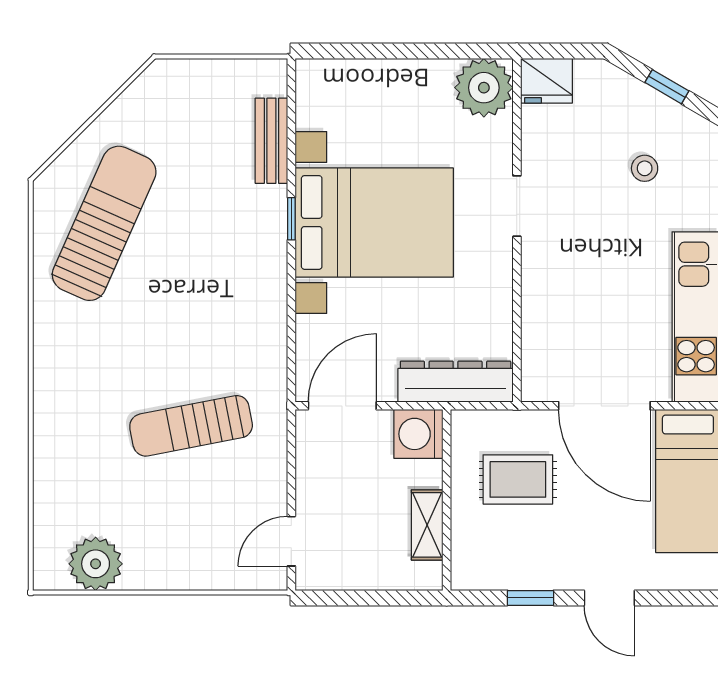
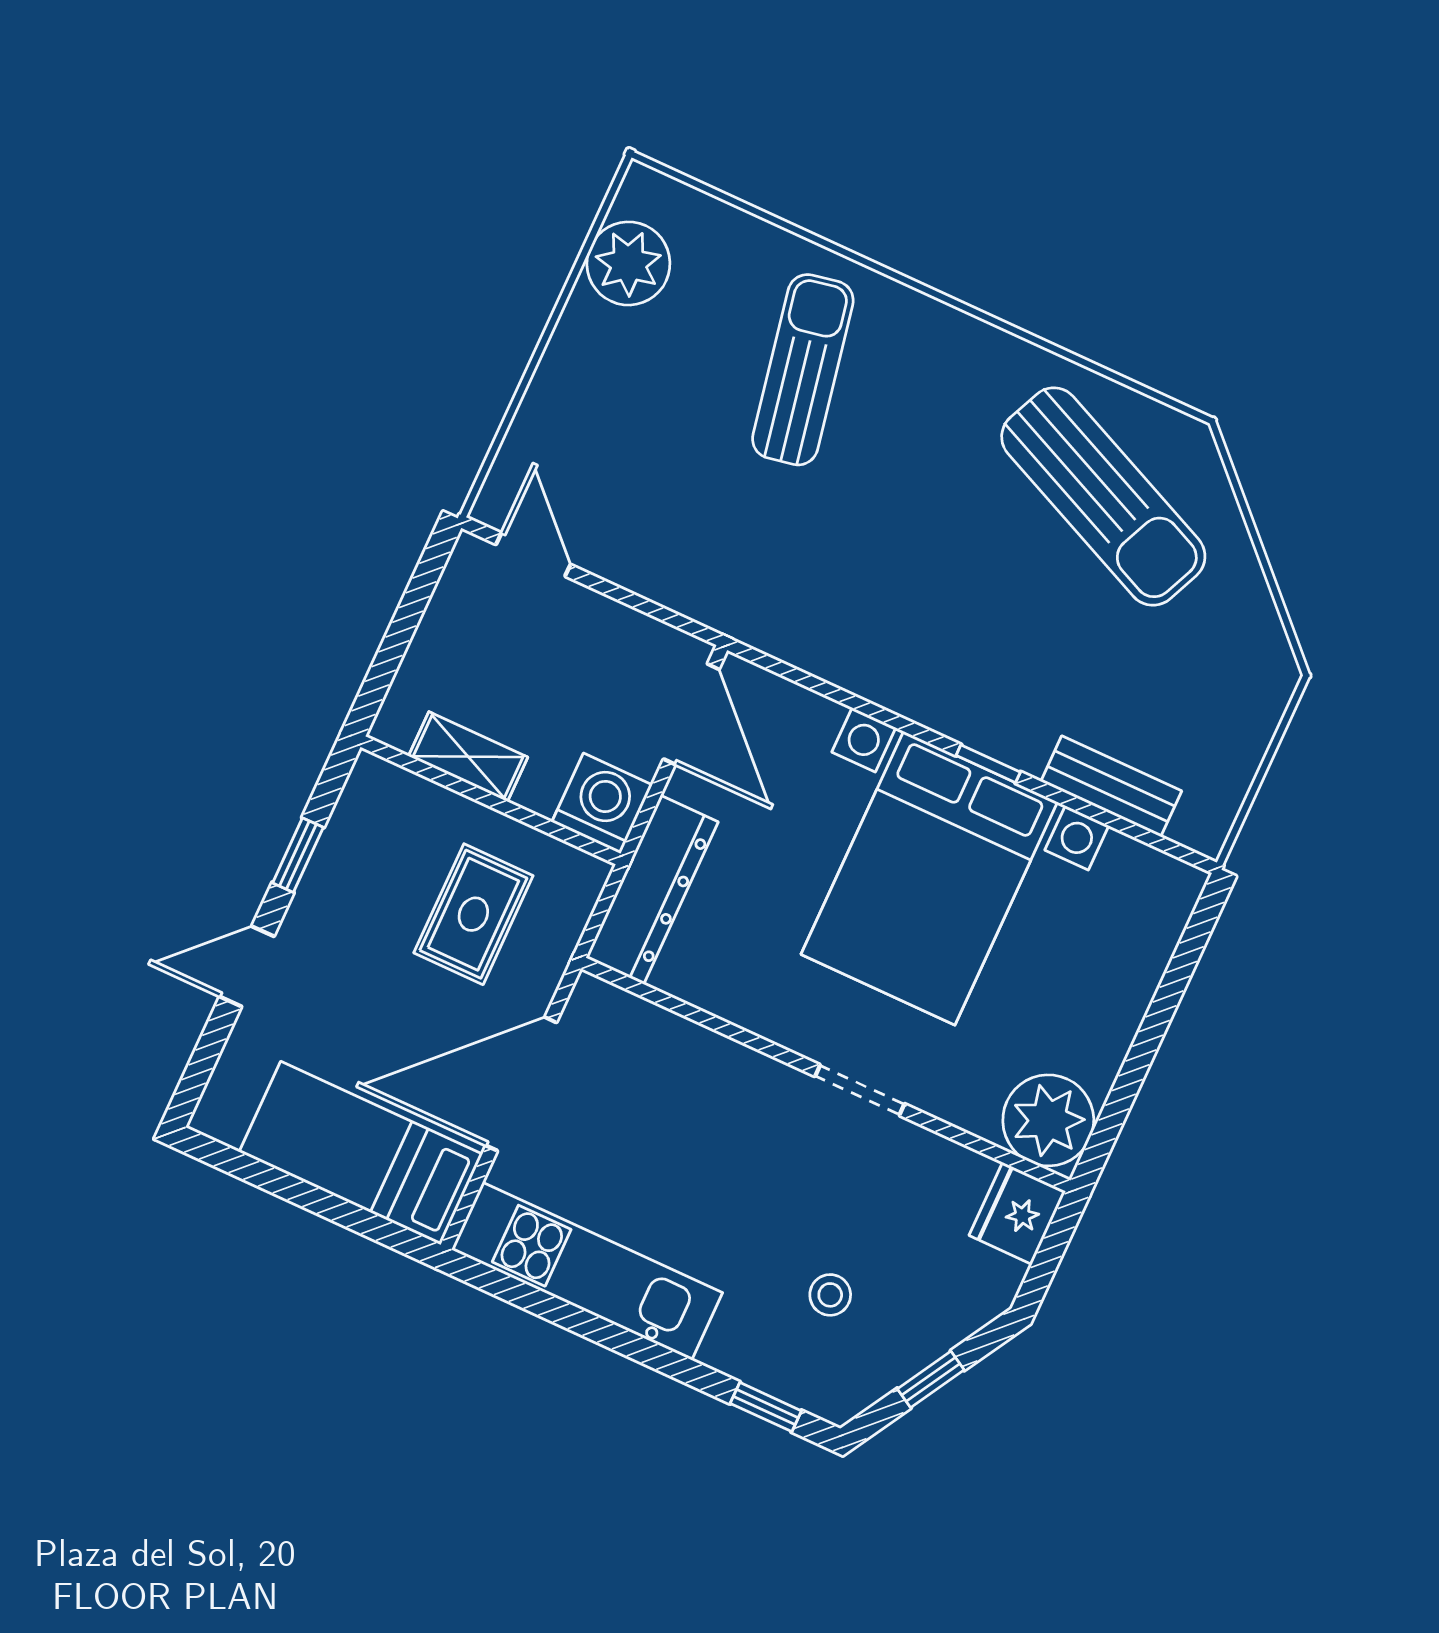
sun lounger: (191, 426) -> (803, 370), moved

